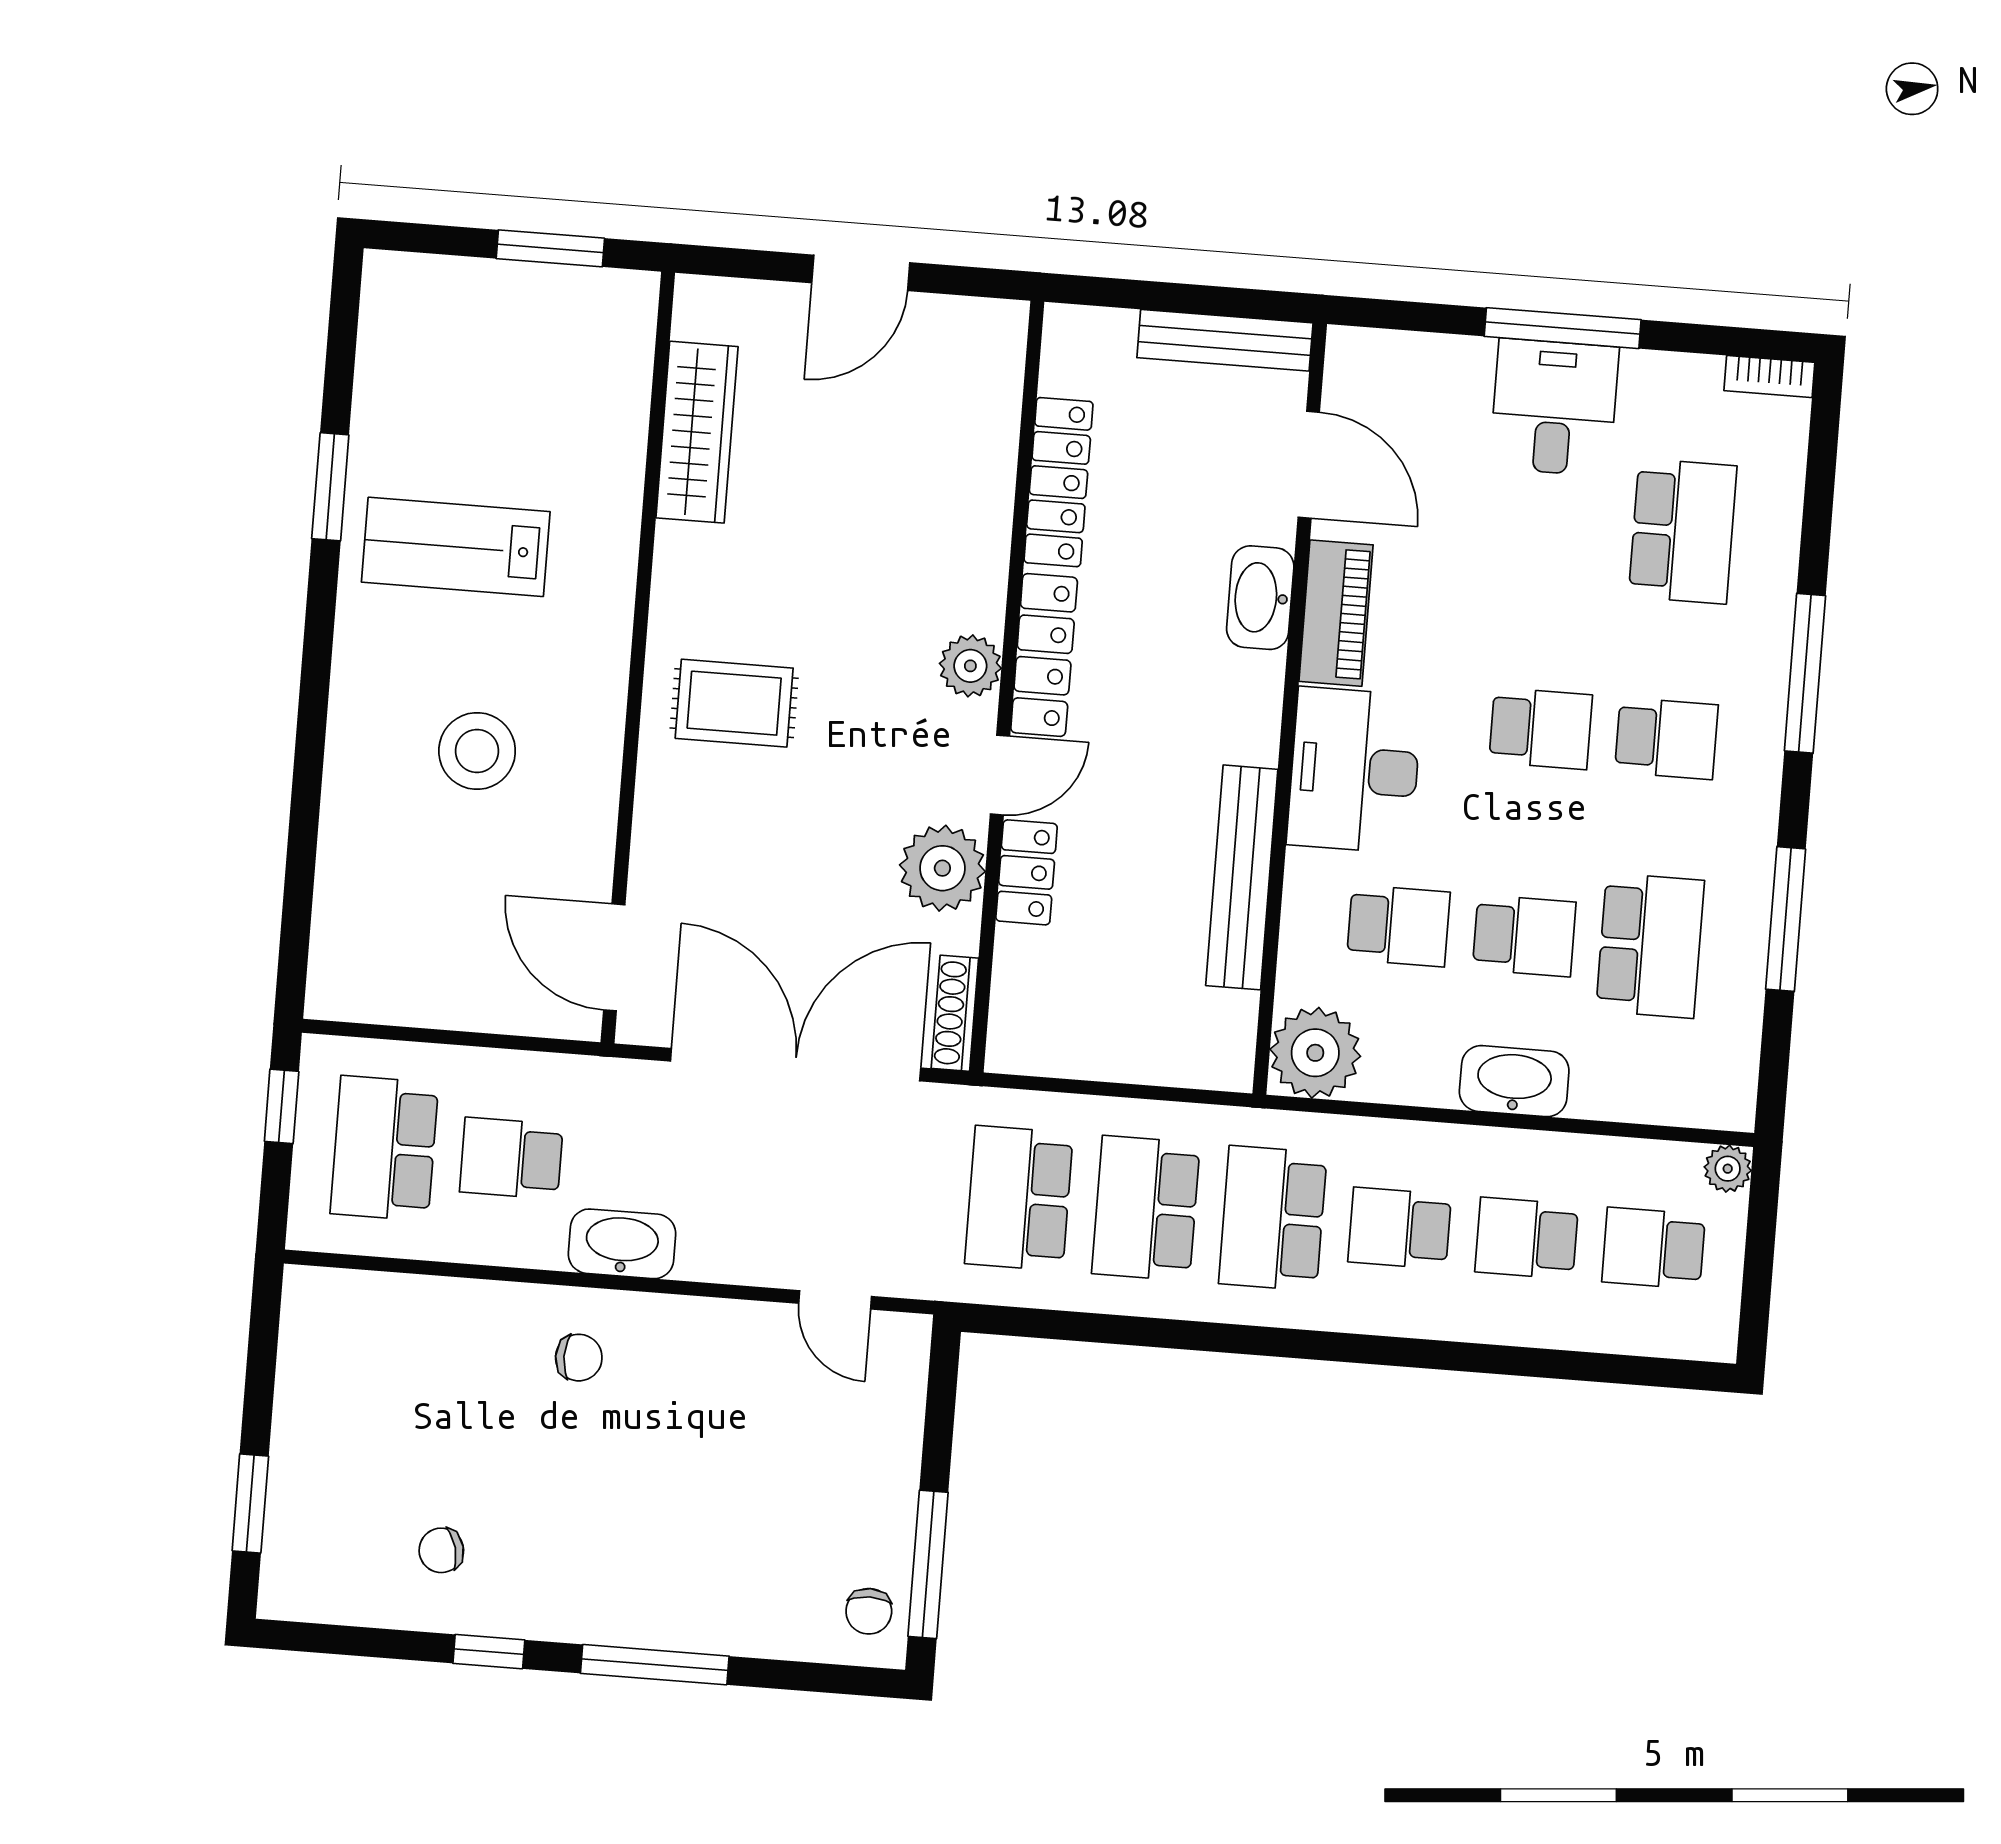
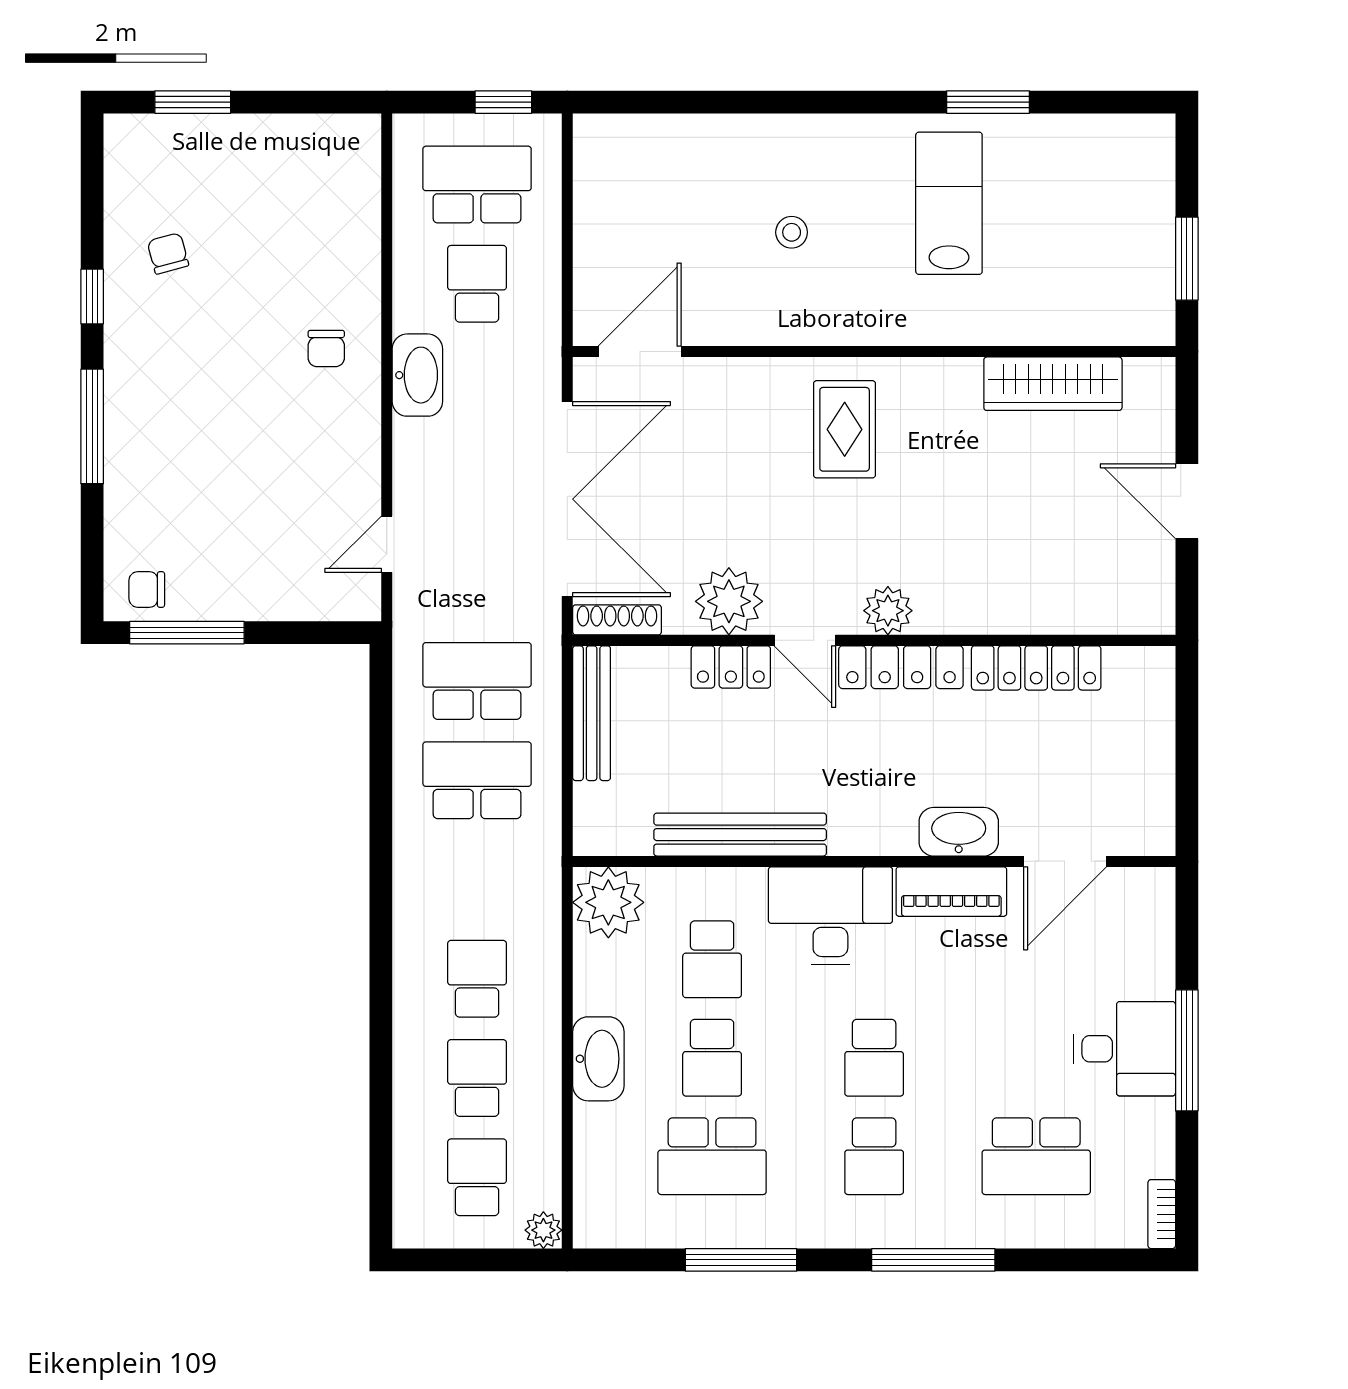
bench: (1225, 340) -> (592, 713), moved
stool: (477, 751) -> (792, 232), width x0.53, depth x0.53
school desk: (1273, 1218) -> (477, 880), removed

